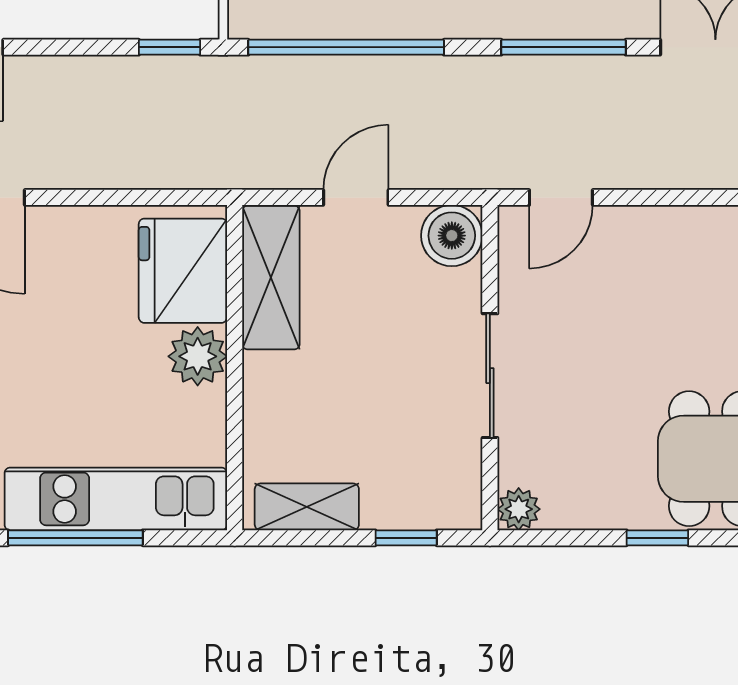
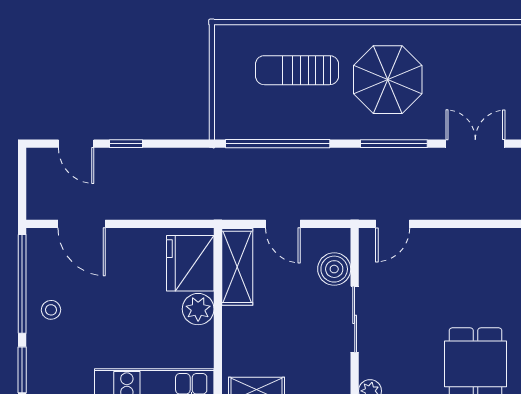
window: (170, 47) -> (126, 144), moved
door: (356, 197) -> (283, 224), swing flipped
boiler: (452, 236) -> (334, 269), moved

